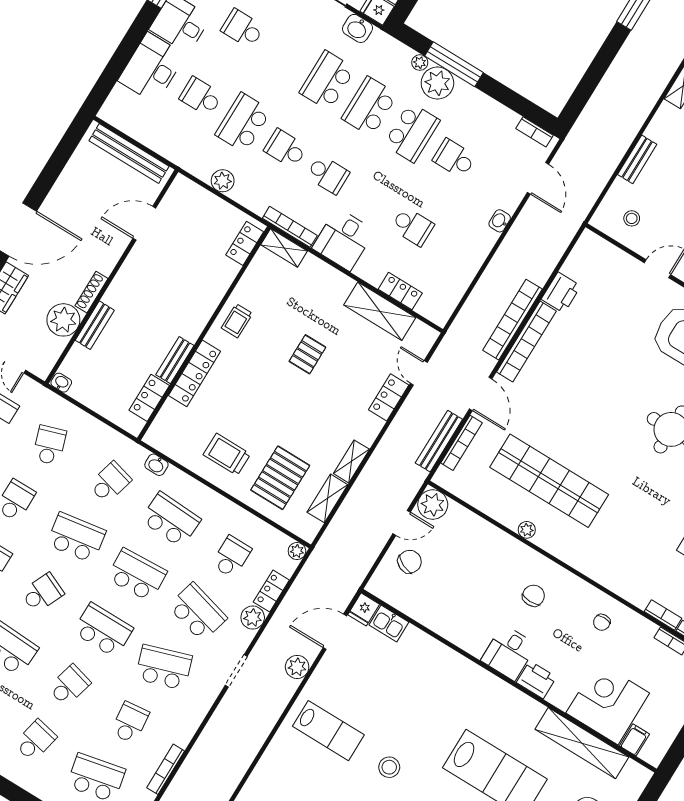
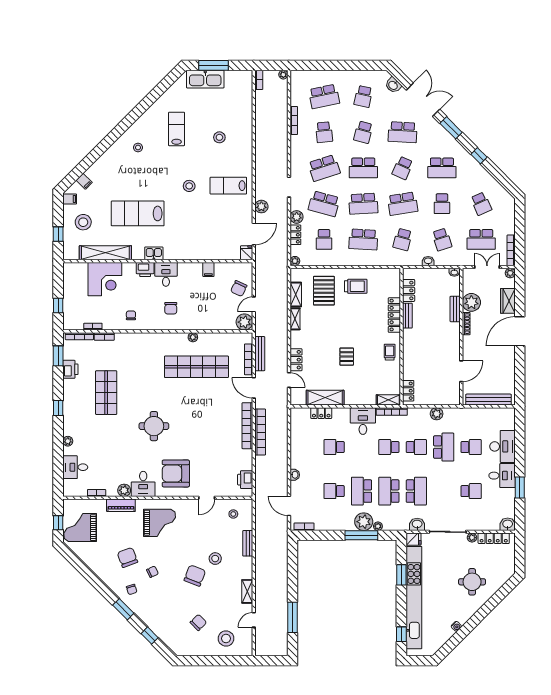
school desk: (370, 106) -> (389, 491), turned 180
school desk: (454, 158) -> (334, 491), turned 180
printer: (561, 293) -> (245, 480), moved
washbasin: (156, 465) -> (428, 261), moved
kitchen sink: (389, 623) -> (154, 253), moved
filing cabinet: (634, 740) -> (208, 269), moved

